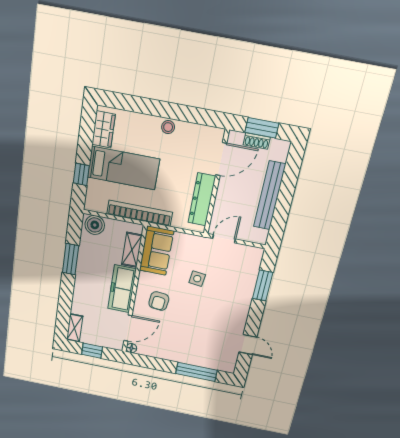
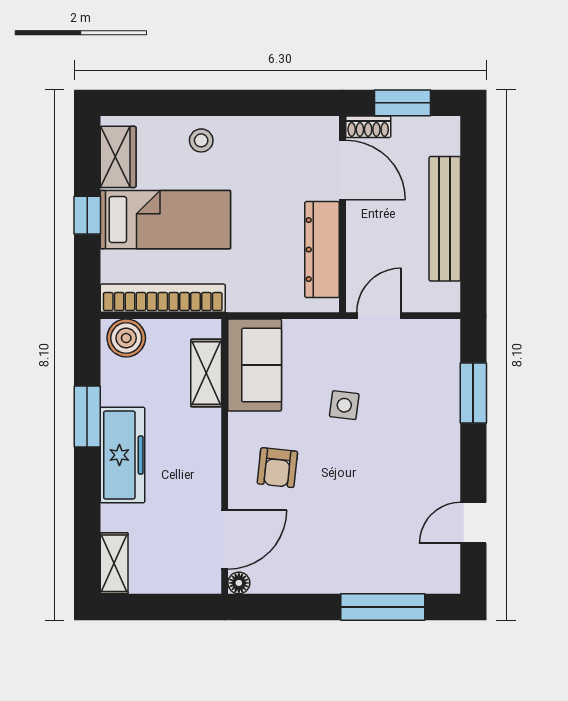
stool: (168, 127) -> (201, 140), moved
shoe rack: (257, 141) -> (368, 127), moved
door: (221, 159) -> (342, 170), hinge flipped
window: (81, 174) -> (87, 215), moved
bookcase: (140, 213) -> (163, 298), moved
freezer: (122, 289) -> (122, 455), moved, turned 180
door: (248, 345) -> (473, 523), swing flipped
window: (92, 351) -> (157, 607), removed

